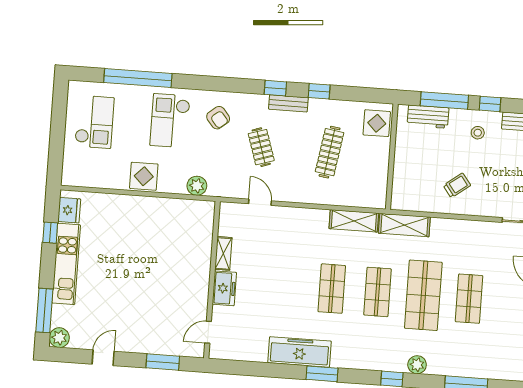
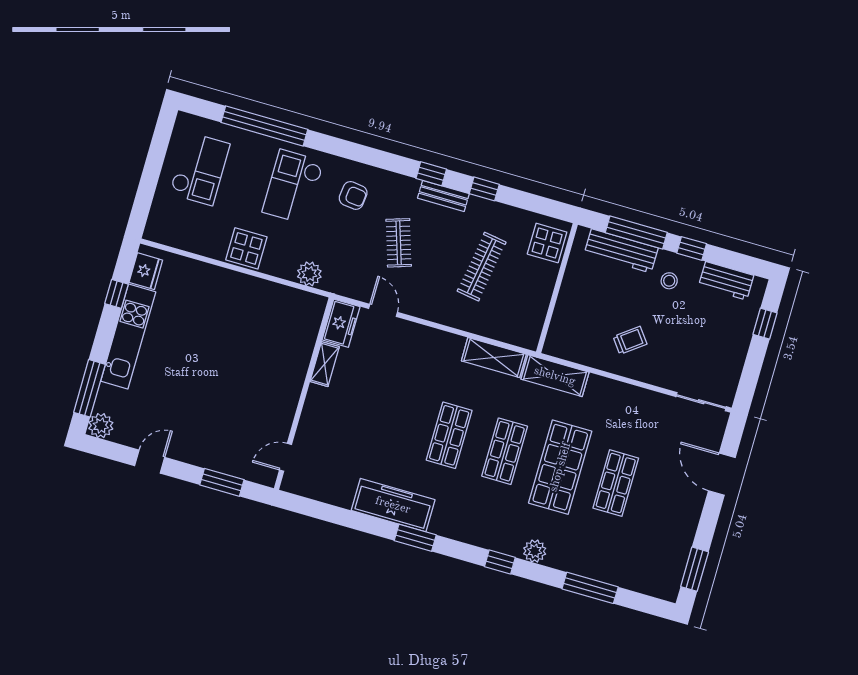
workbench: (428, 117) -> (621, 251), width x1.37
armchair: (218, 118) -> (353, 195), turned -44
freezer: (224, 288) -> (341, 323), moved

